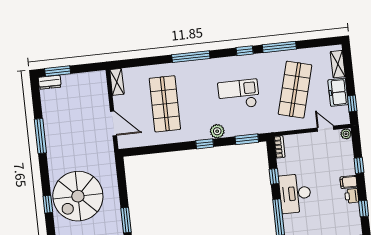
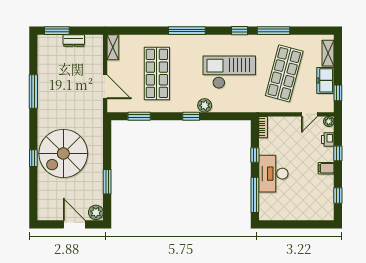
dresser: (50, 82) -> (74, 40), moved
checkout: (239, 94) -> (229, 72), width x1.36, depth x1.21
door: (325, 129) -> (309, 114), swing flipped
window: (247, 139) -> (139, 116), moved
printer: (352, 196) -> (328, 139), moved

